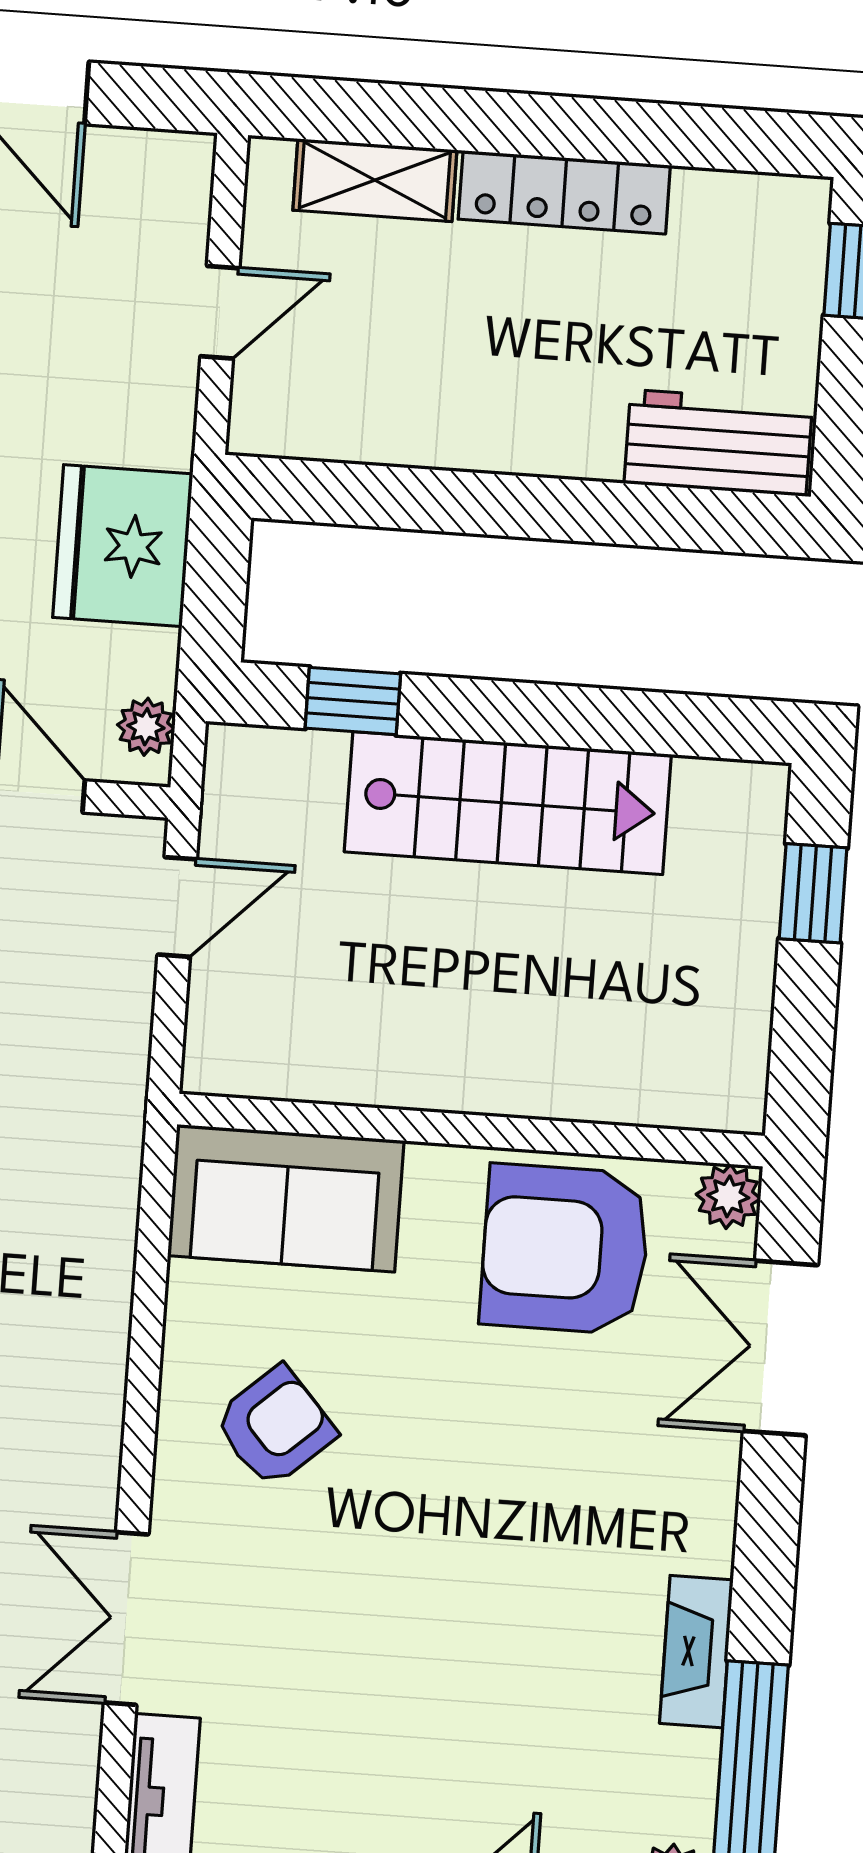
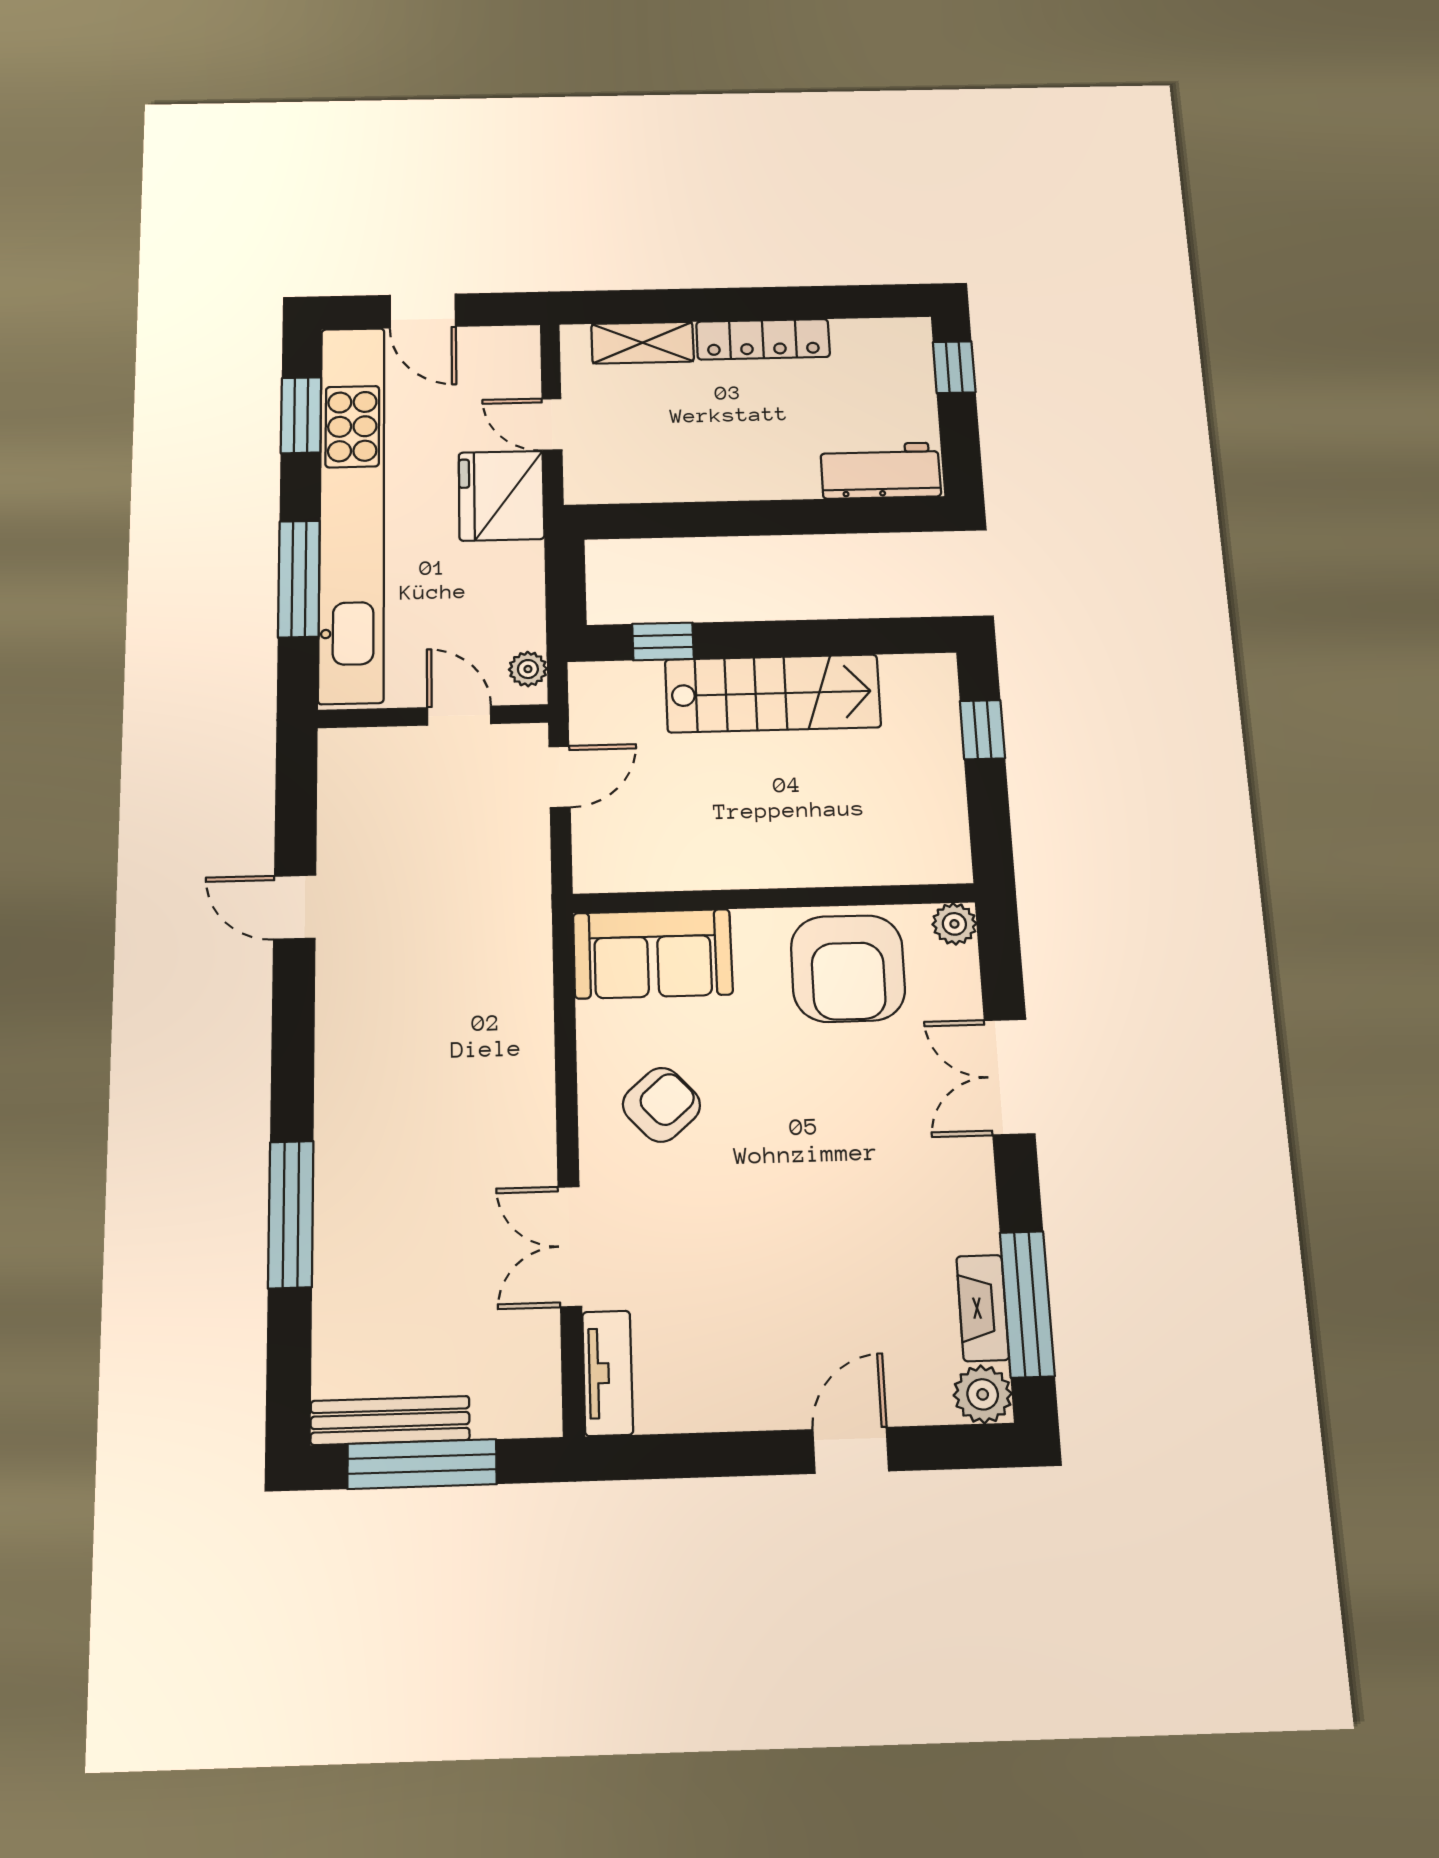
door: (220, 312) -> (552, 424), swing flipped
fridge: (123, 546) -> (501, 496), moved
armchair: (565, 1249) -> (848, 968), turned -90
double door: (780, 1348) -> (1009, 1077), moved
fireplace: (696, 1652) -> (983, 1308), moved

